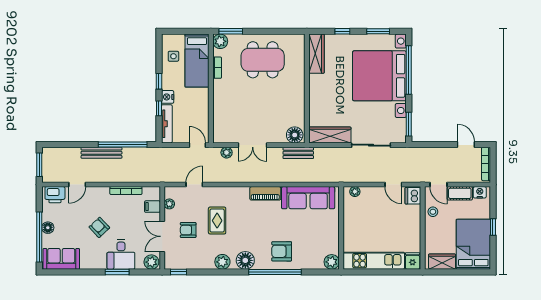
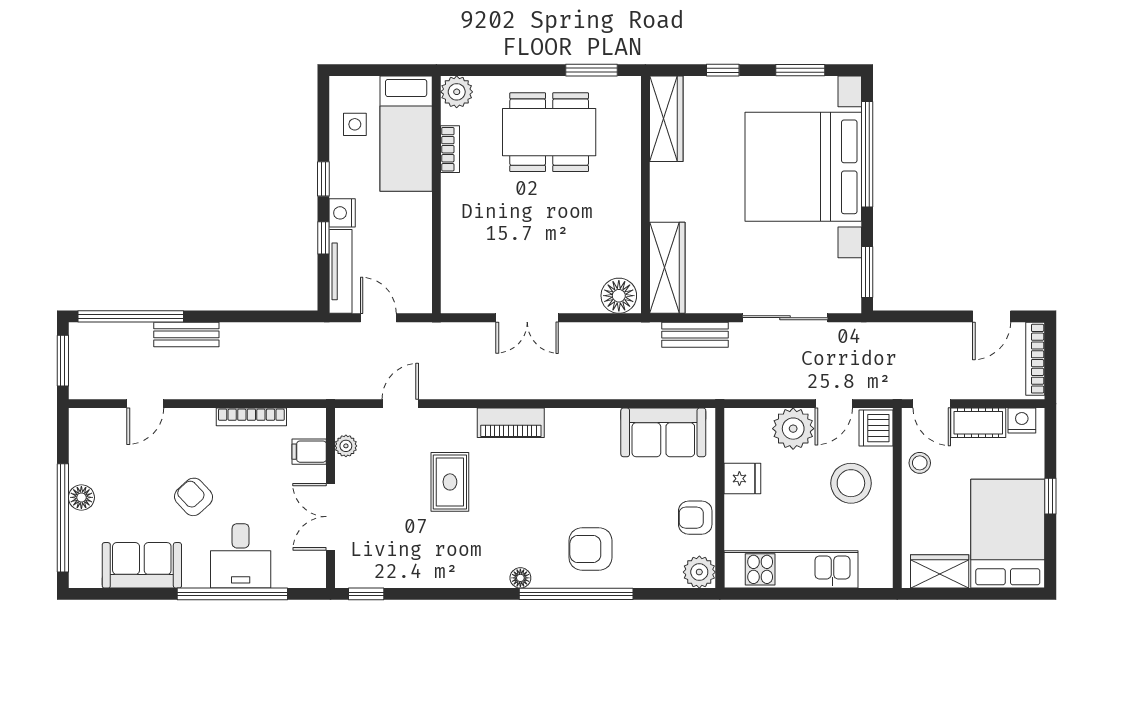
window: (231, 31) -> (591, 70), moved
wardrobe: (330, 135) -> (667, 268), moved, turned 90
window: (123, 144) -> (131, 316), moved
door: (466, 144) -> (992, 316), swing flipped
door: (197, 145) -> (378, 318), moved
bench: (101, 153) -> (186, 334), width x0.73
plant: (227, 153) -> (470, 334), removed
bench: (298, 153) -> (695, 335), moved
door: (393, 185) -> (834, 404), hinge flipped
plant: (355, 192) -> (793, 429), moved, width x1.87, depth x1.87
piano: (265, 193) -> (511, 423), moved
printer: (55, 195) -> (97, 426), removed
sofa: (308, 198) -> (663, 432), width x0.73
stool: (401, 221) -> (851, 483), added
armchair: (188, 230) -> (695, 518), moved
sofa: (61, 259) -> (142, 565), moved
floor lamp: (245, 260) -> (520, 578), width x0.53, depth x0.53
fridge: (413, 261) -> (742, 479), moved, turned 90
plant: (151, 262) -> (307, 572), removed
plant: (222, 262) -> (461, 572), removed
window: (117, 272) -> (232, 594), width x2.11

